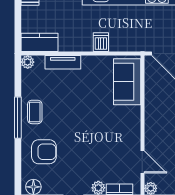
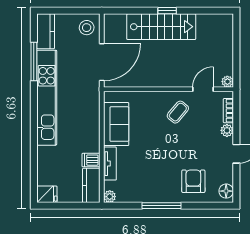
dishwasher: (101, 42) -> (91, 160), moved
sofa: (127, 82) -> (116, 124), moved, turned -90
coffee table: (35, 112) -> (178, 112), moved, turned -50

